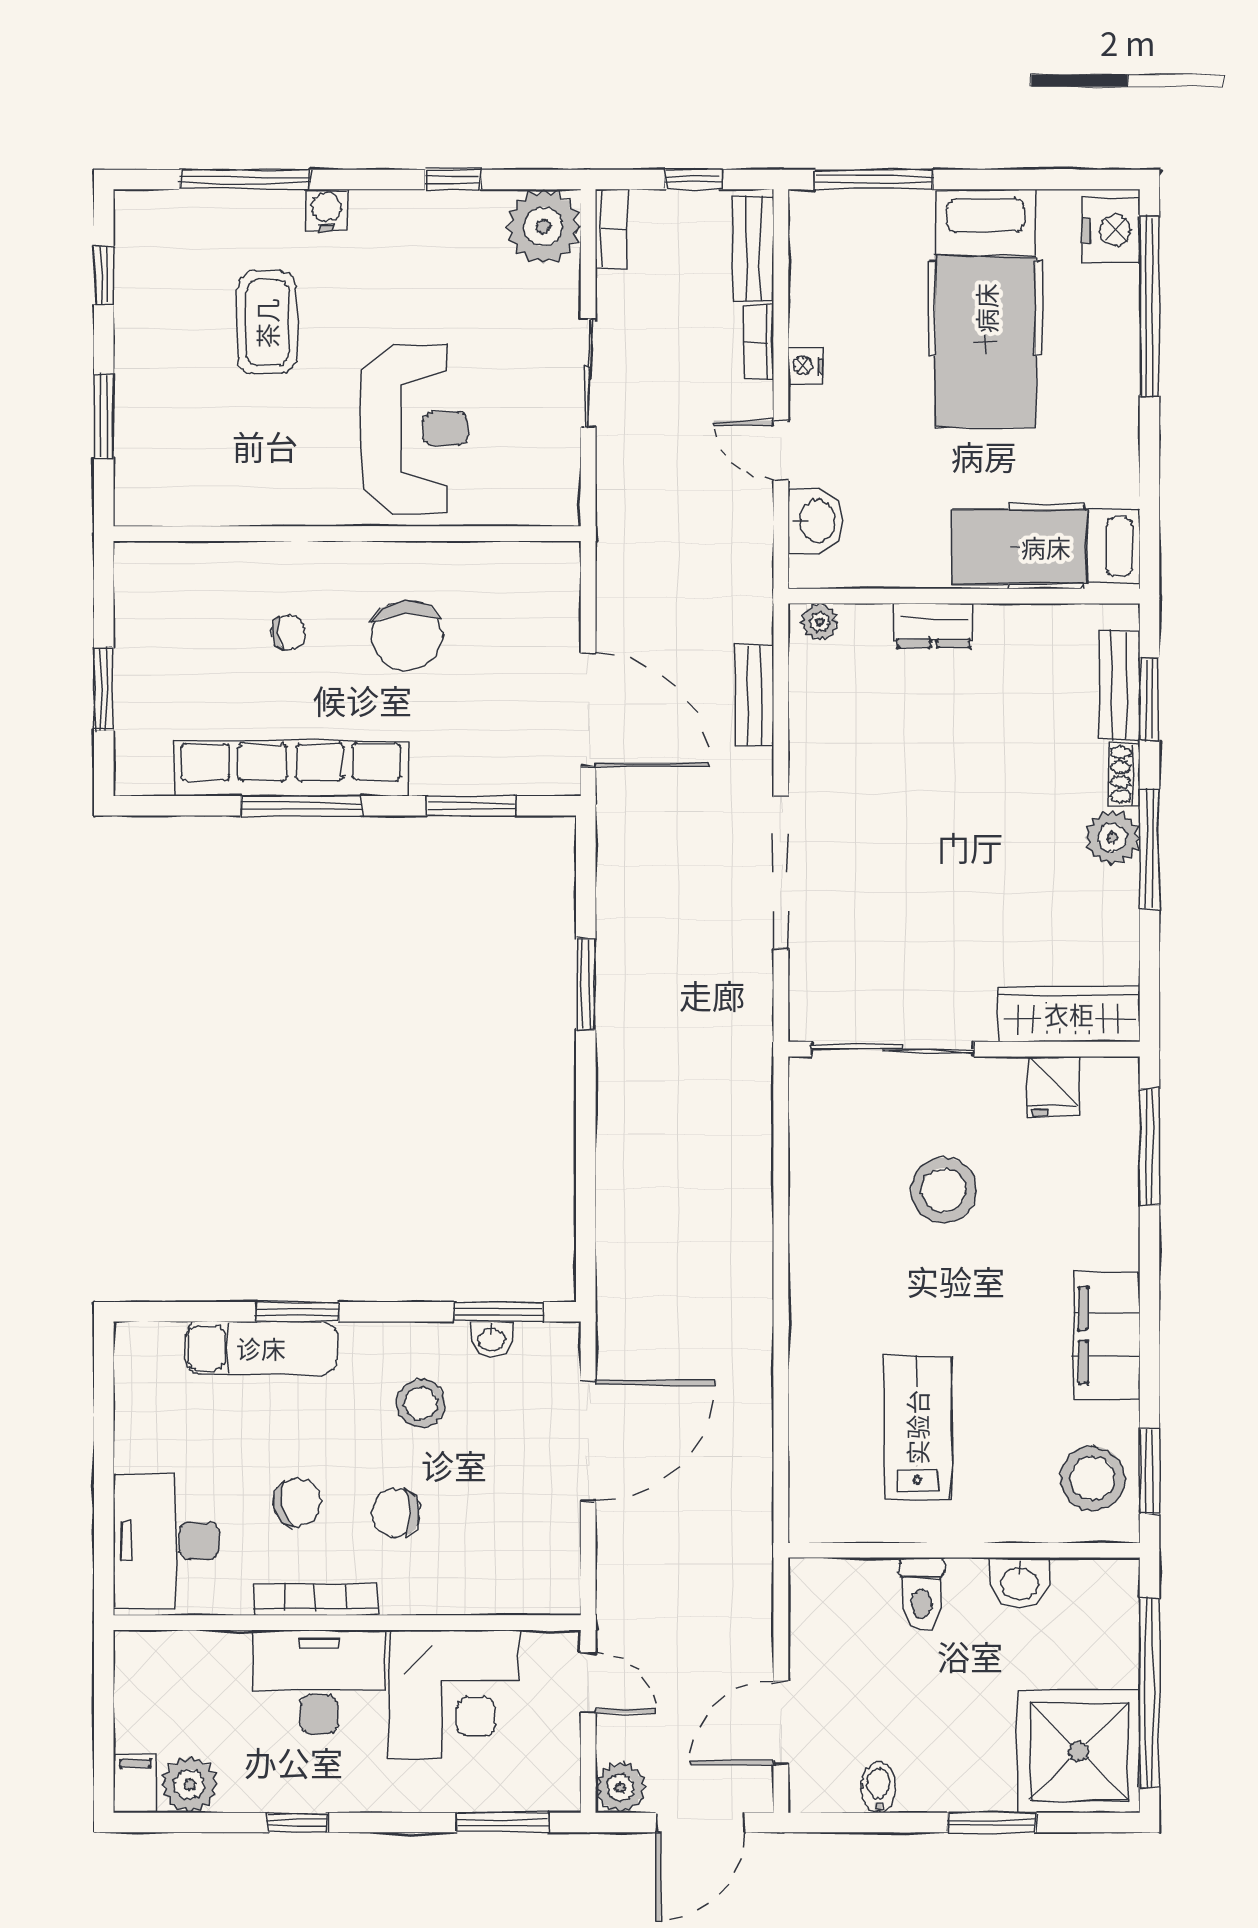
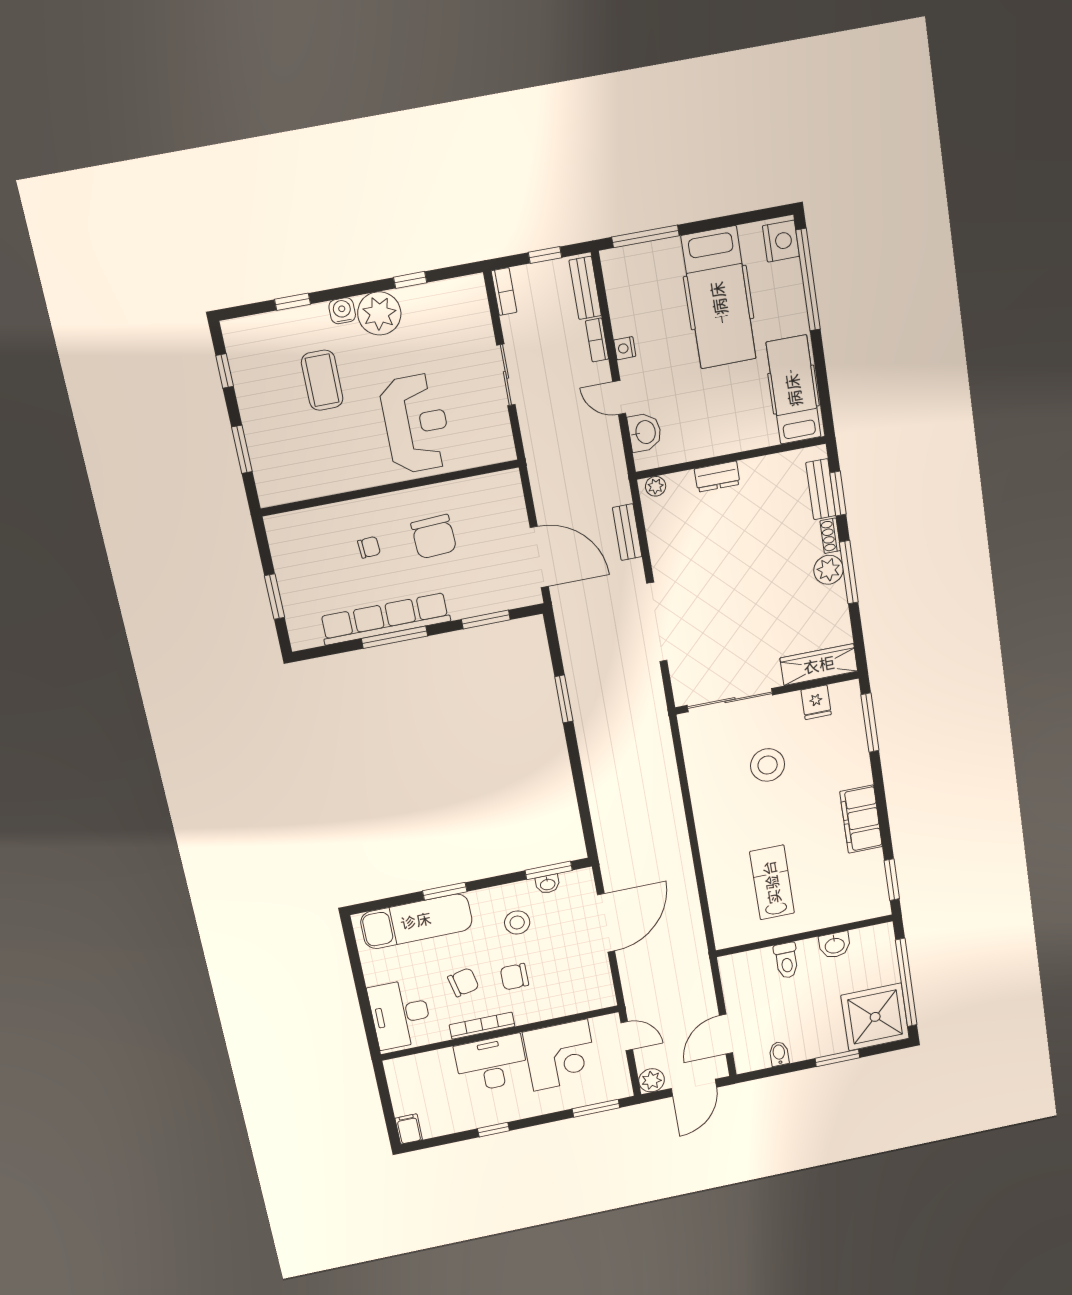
window: (245, 179) -> (293, 302), width x0.46
plant: (543, 227) -> (379, 313), moved
hospital bed: (1046, 547) -> (794, 390), moved, turned 90
exam couch: (261, 1348) -> (416, 921), width x1.36, depth x1.45
stool: (1093, 1478) -> (864, 889), removed
plant: (189, 1785) -> (436, 1124), removed

